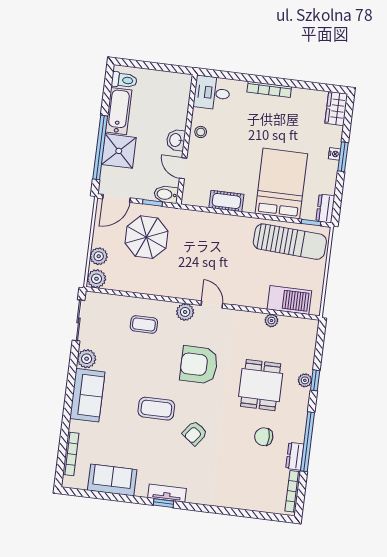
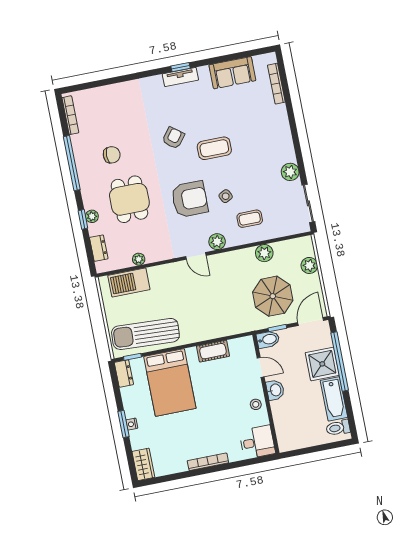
plant: (96, 279) -> (264, 253), moved
side table: (161, 356) -> (226, 196), added
sofa: (87, 395) -> (279, 140), removed
dresser: (295, 456) -> (99, 248), moved

